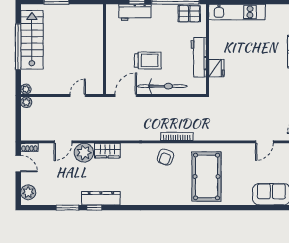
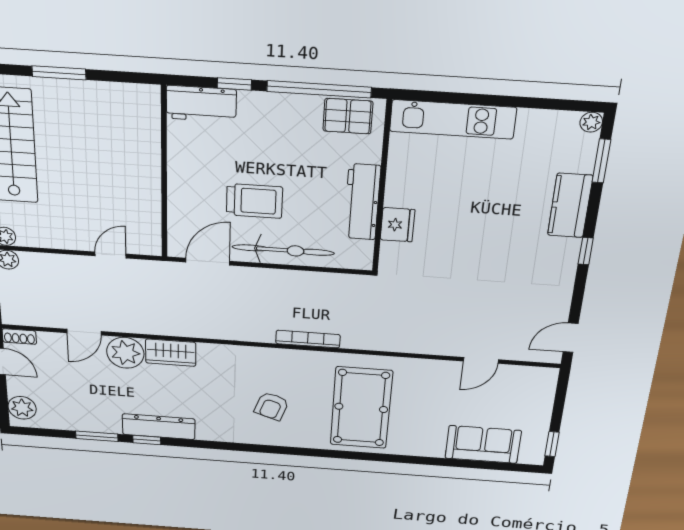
workbench: (135, 12) -> (201, 104), moved
armchair: (165, 157) -> (271, 406), moved

